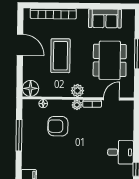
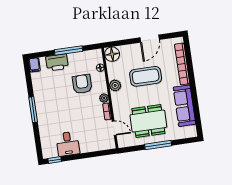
sofa: (105, 18) -> (184, 106), width x1.36
plant: (77, 91) -> (115, 85), moved
printer: (30, 150) -> (57, 62), added

